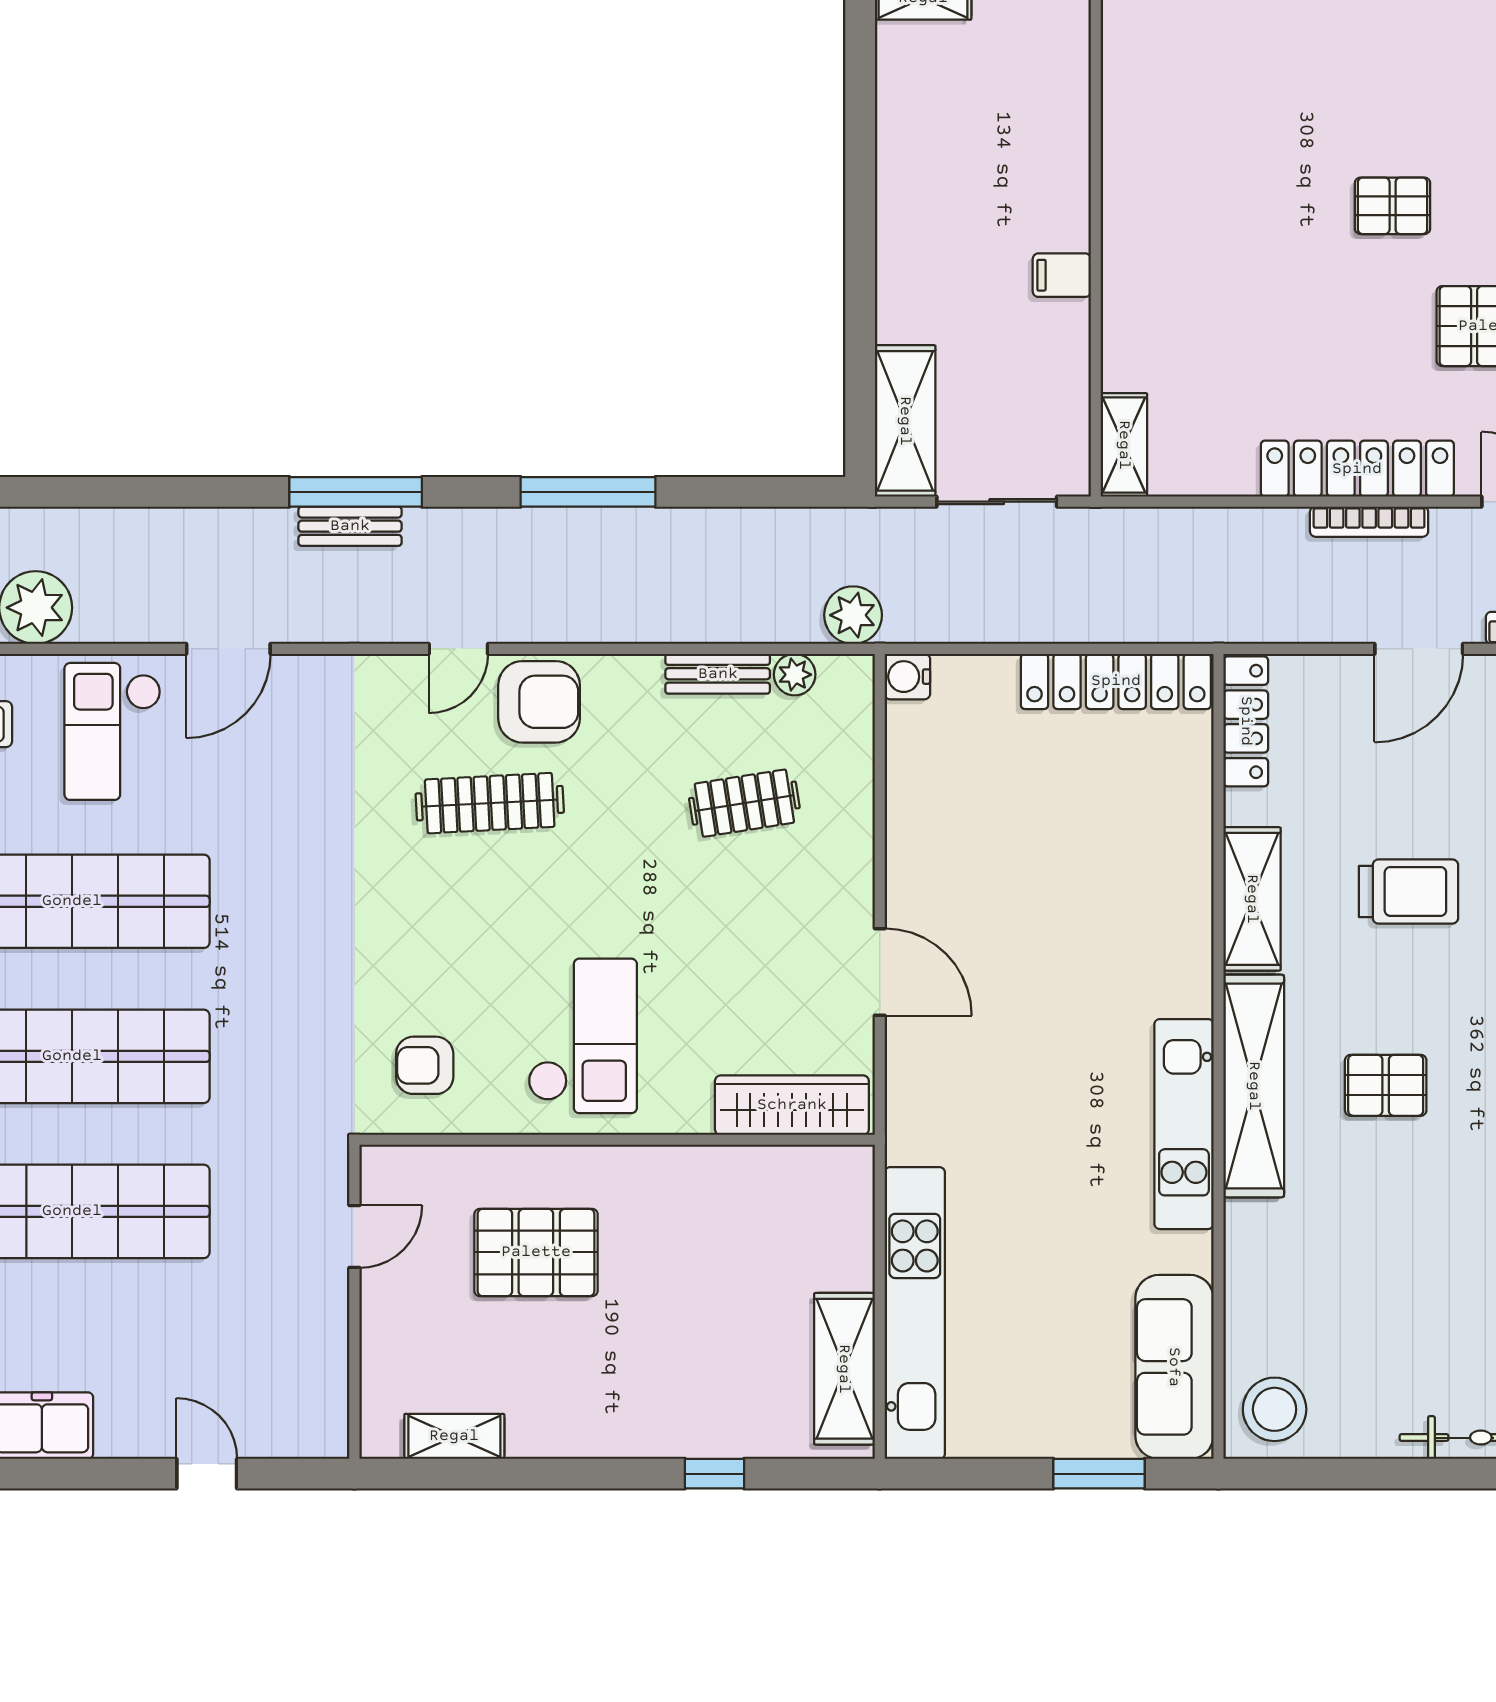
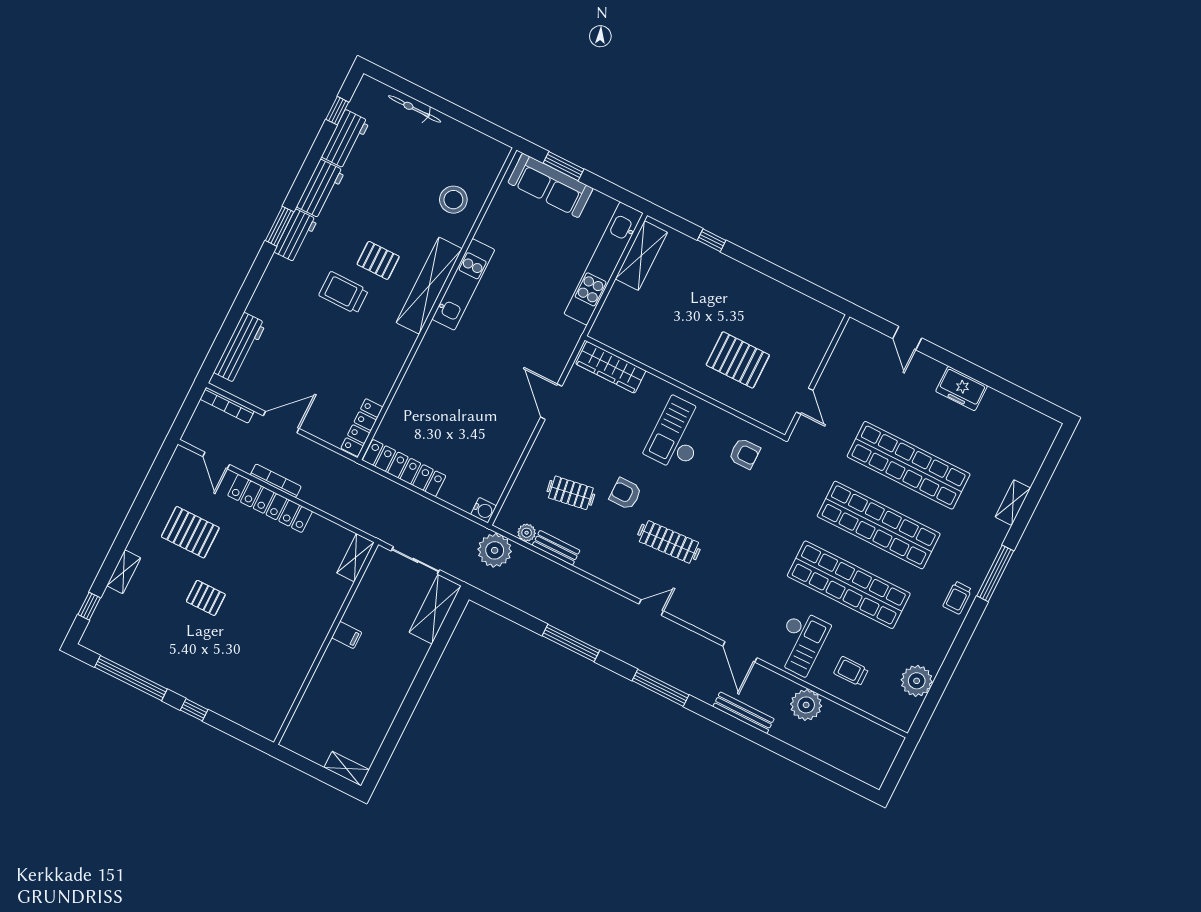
bench: (350, 526) -> (743, 713), moved, width x1.36
plant: (853, 615) -> (495, 550), width x1.36, depth x1.36
door: (228, 649) -> (740, 652), swing flipped
armchair: (539, 702) -> (625, 494), moved, width x0.72, depth x0.72
trolley: (1409, 891) -> (344, 293), moved
shelving: (1252, 899) -> (394, 358), removed
door: (354, 1236) -> (805, 401), swing flipped
sofa: (1174, 1367) -> (550, 185), moved, turned 90
stool: (1275, 1409) -> (453, 200), moved
shelving: (454, 1436) -> (805, 305), removed

